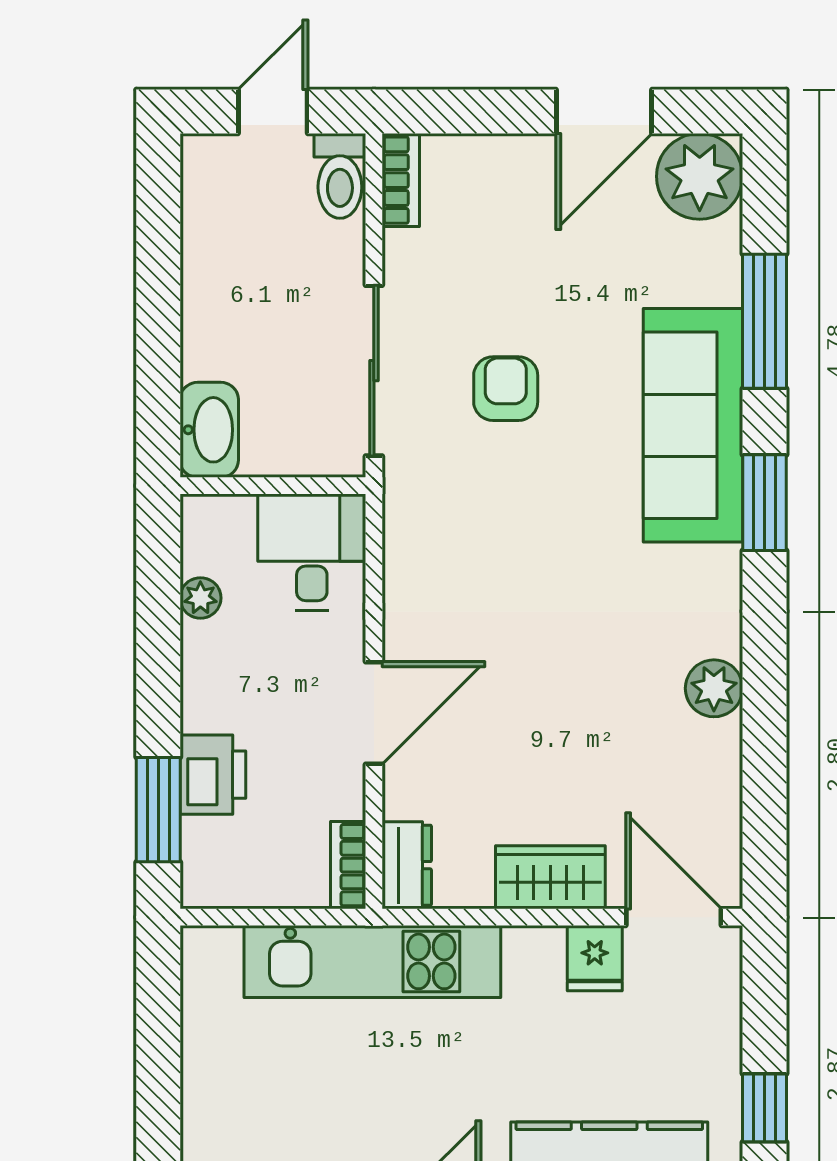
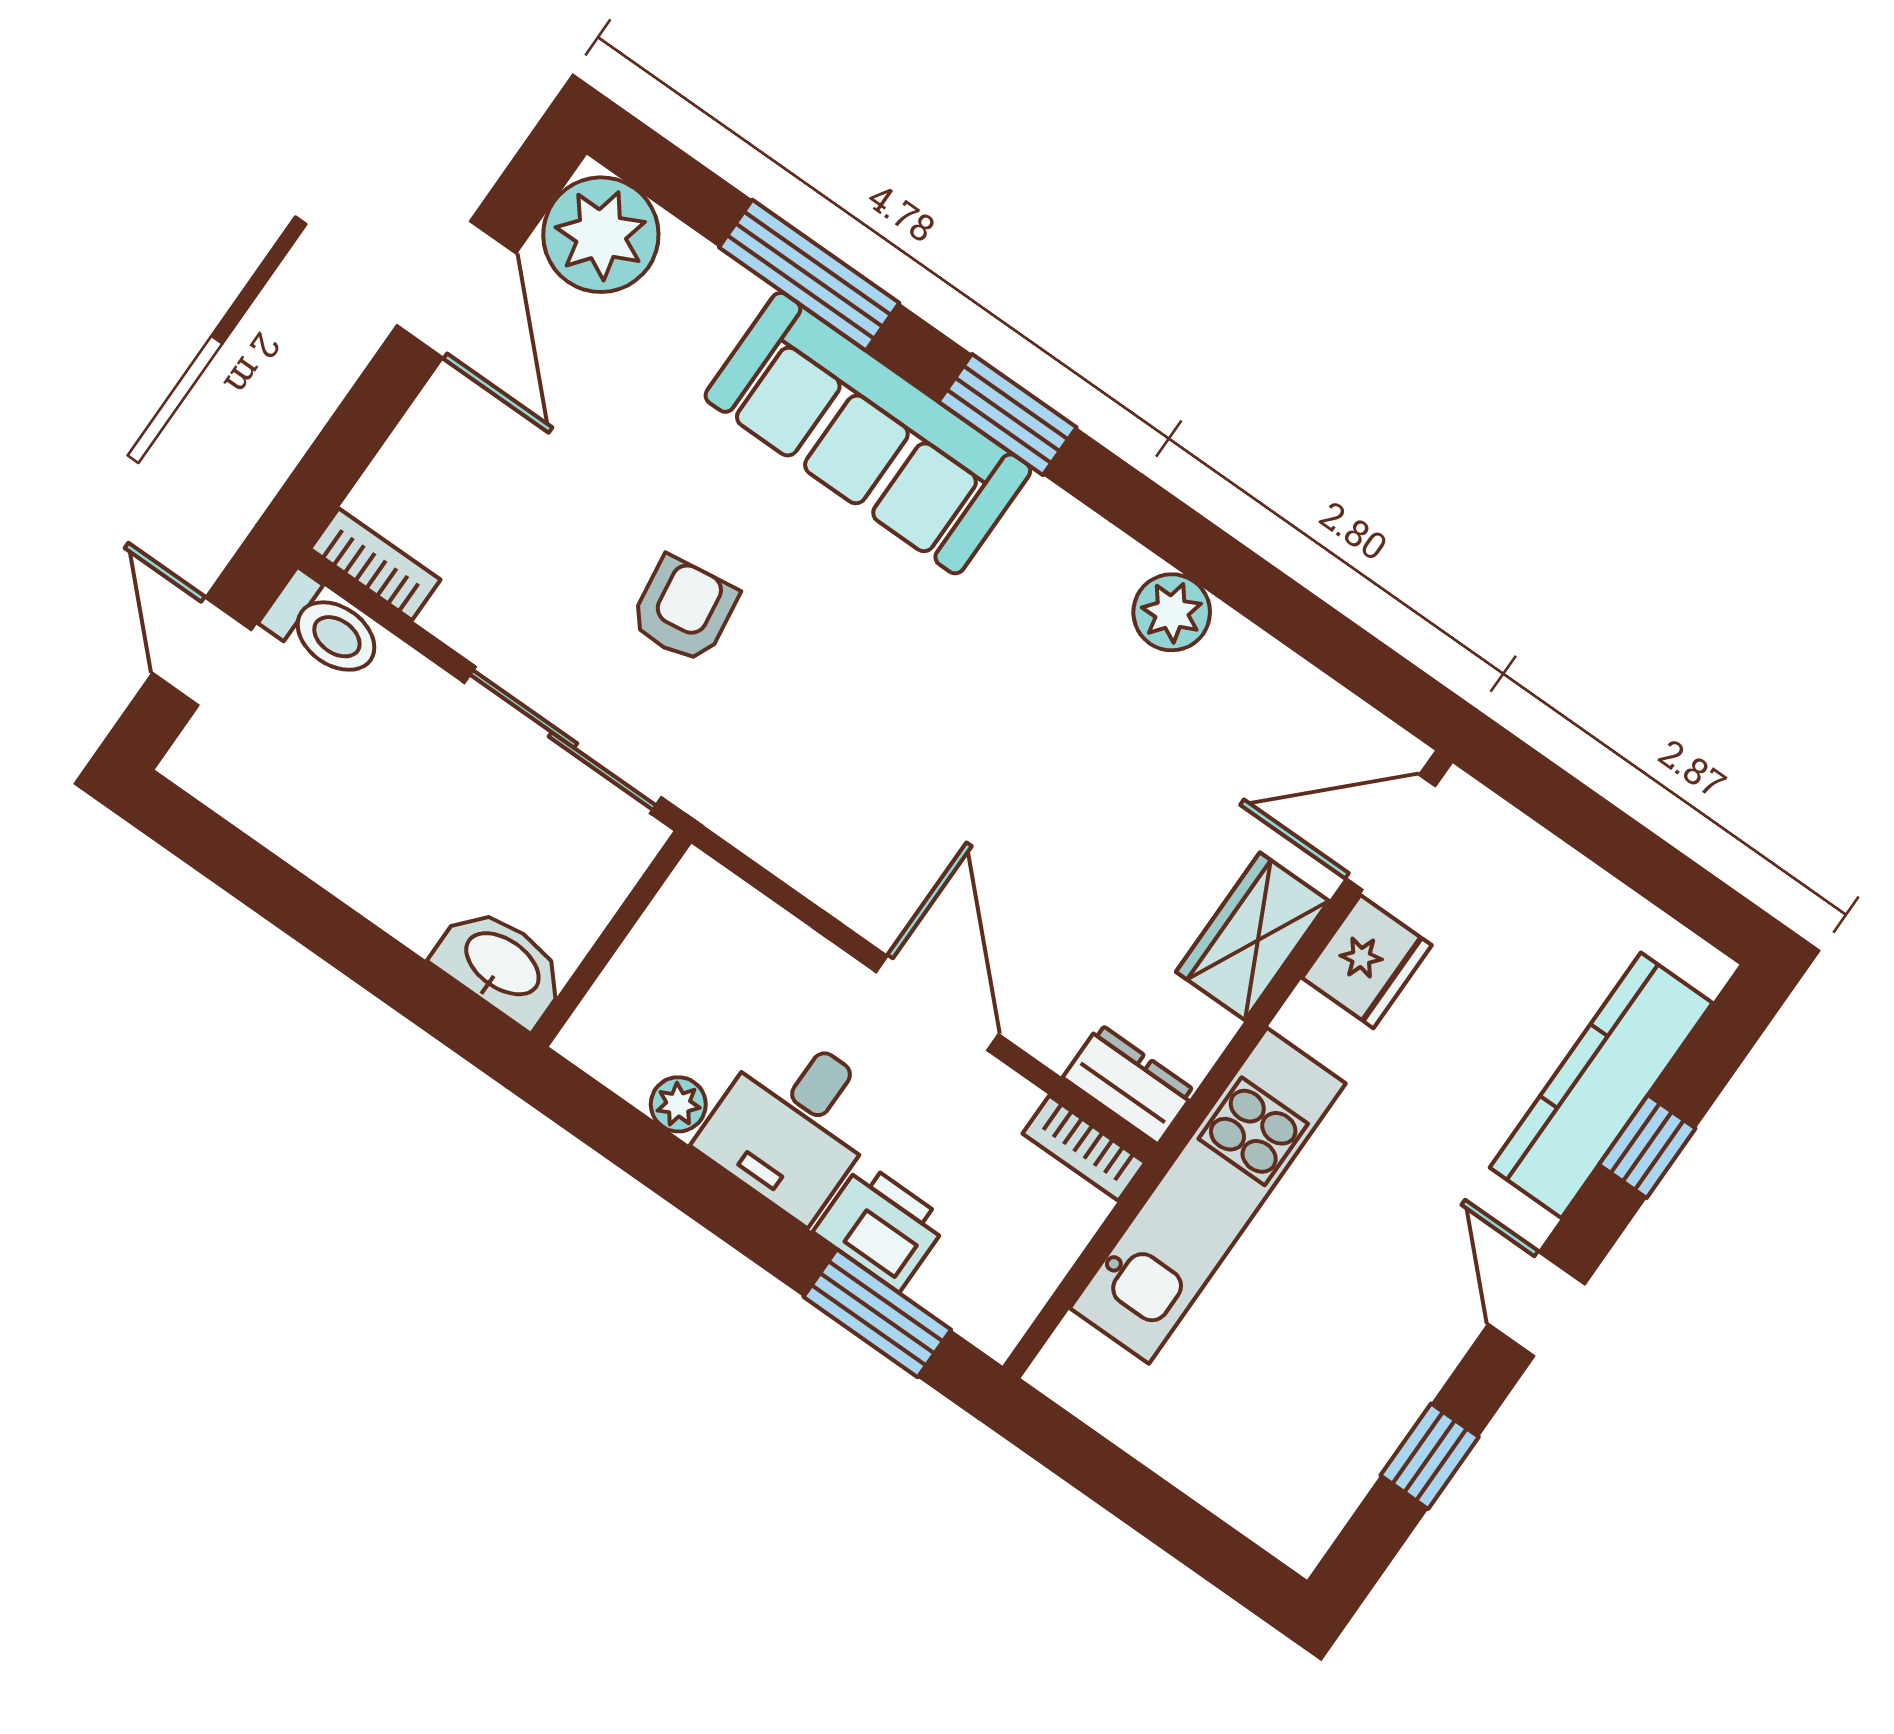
armchair: (506, 389) -> (684, 610), turned 82
desk: (312, 552) -> (793, 1124), moved, turned -90
fridge: (595, 958) -> (1367, 962), width x1.38
window: (764, 1108) -> (1669, 880), removed

